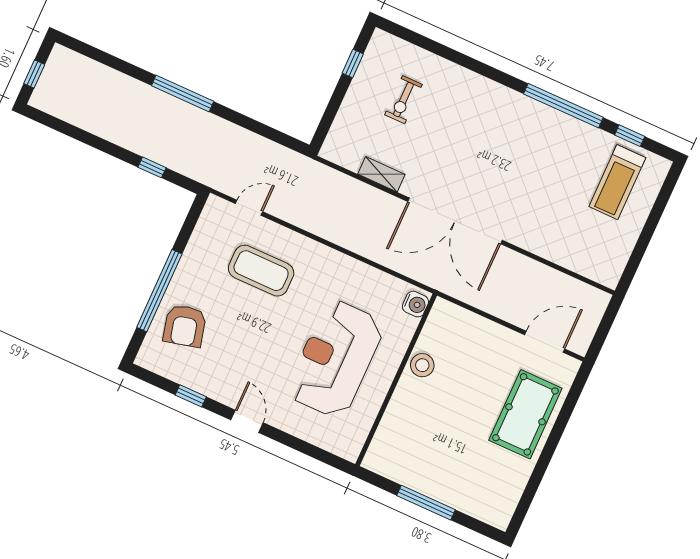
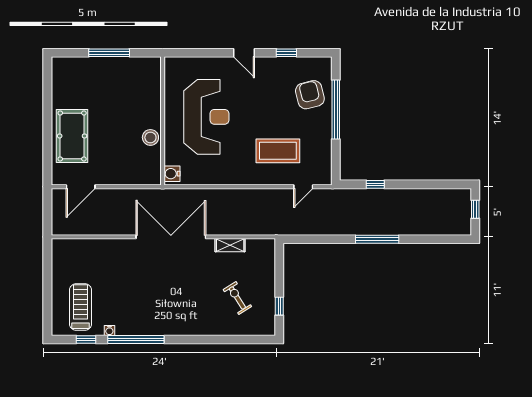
exercise bike: (404, 100) -> (237, 298), turned -32
water cooler: (593, 134) -> (109, 330), added

